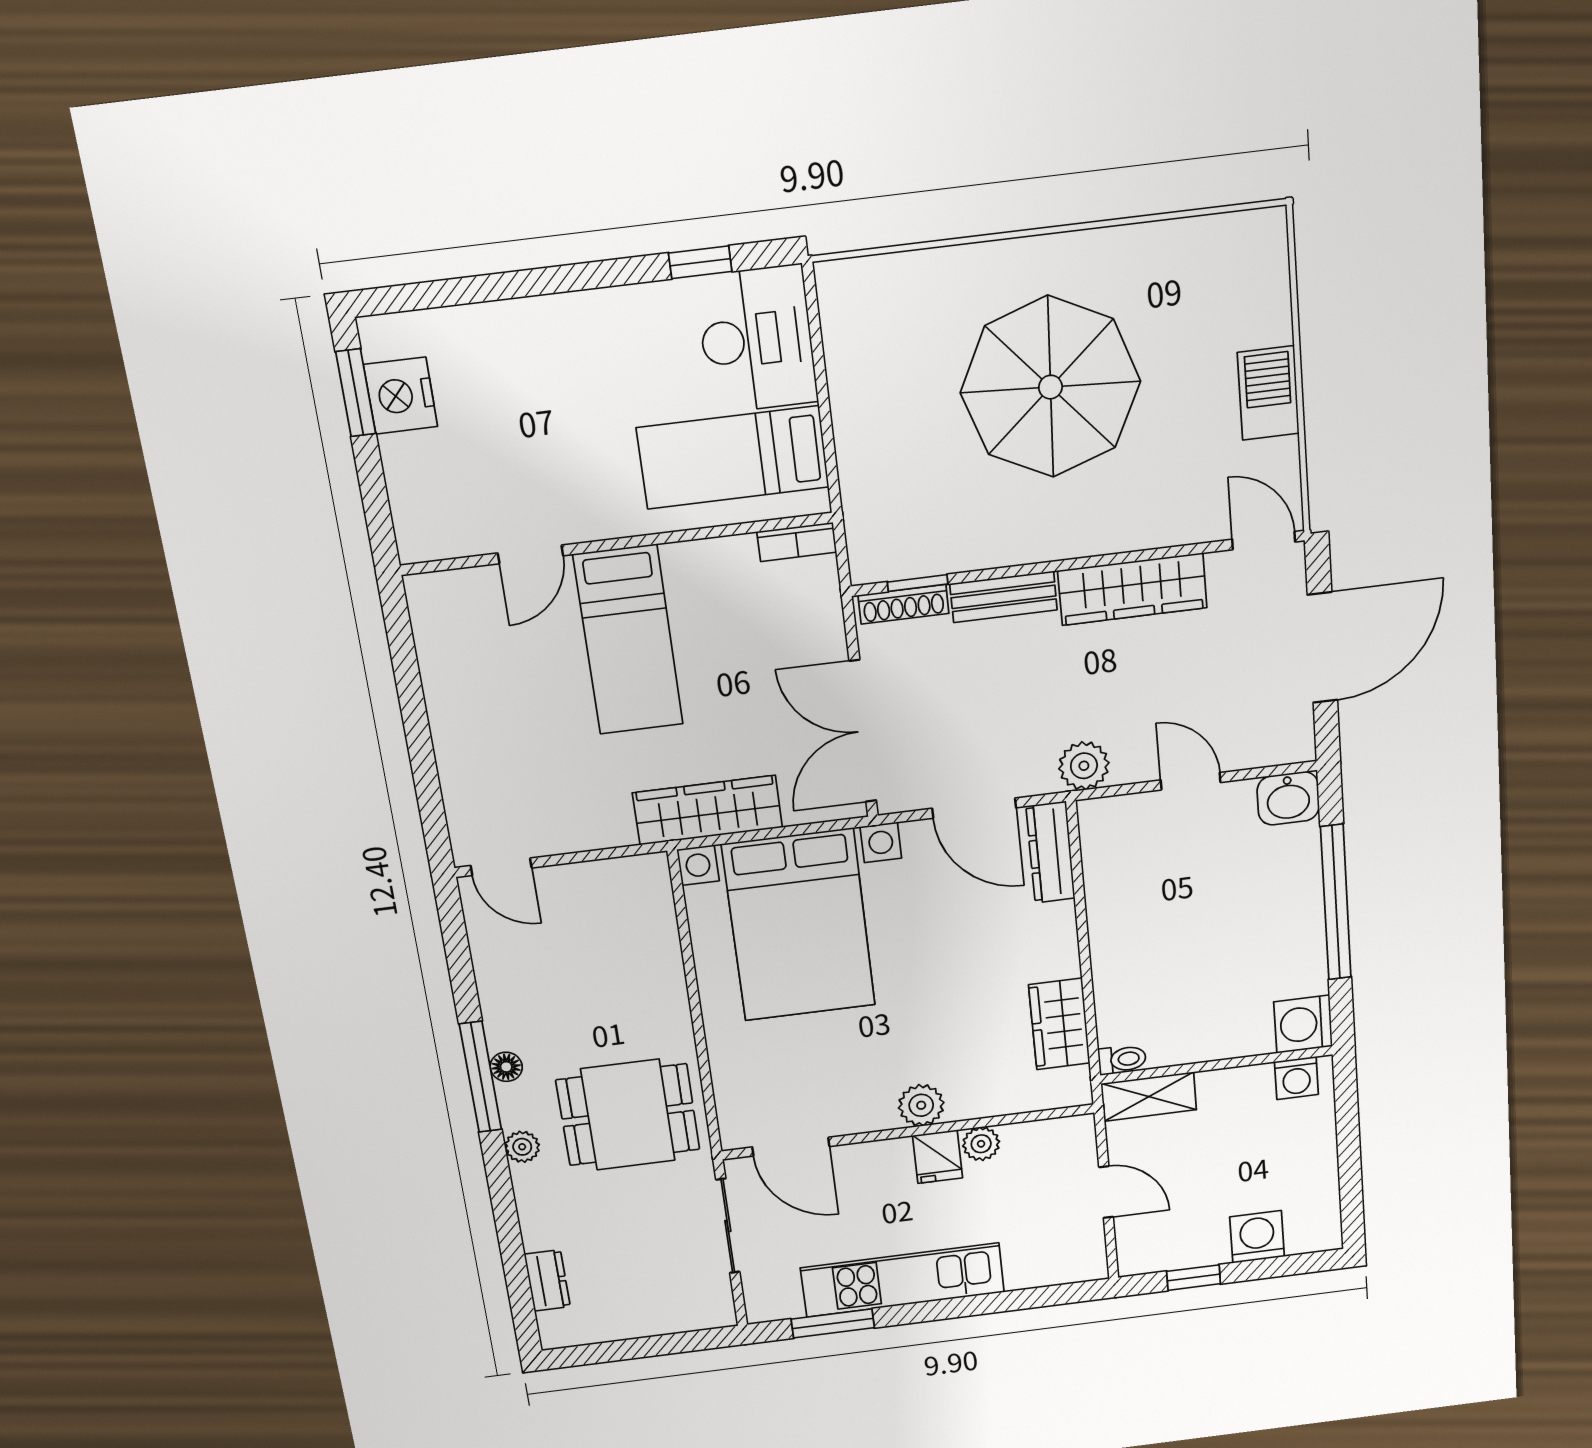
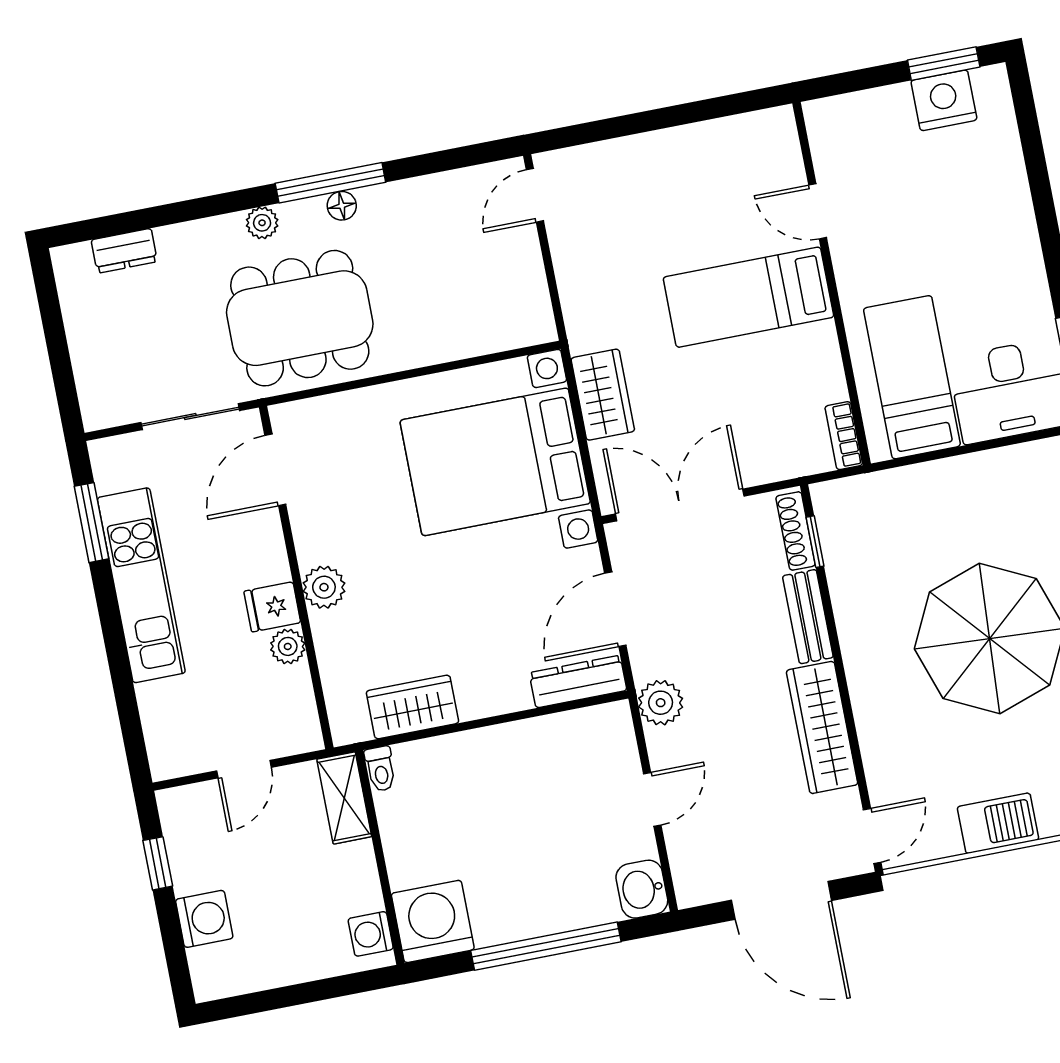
wardrobe: (708, 810) -> (603, 395), width x0.67
washing machine: (1303, 1024) -> (433, 921), width x1.37, depth x1.37
dining table: (628, 1115) -> (300, 318), width x1.38

